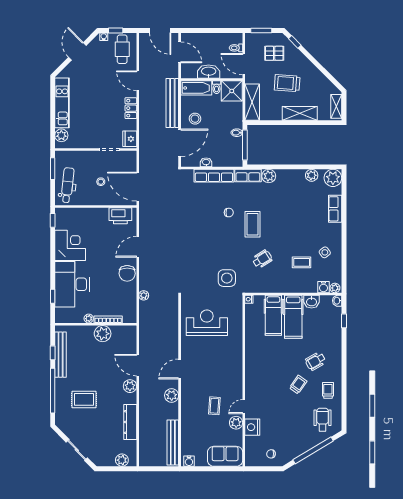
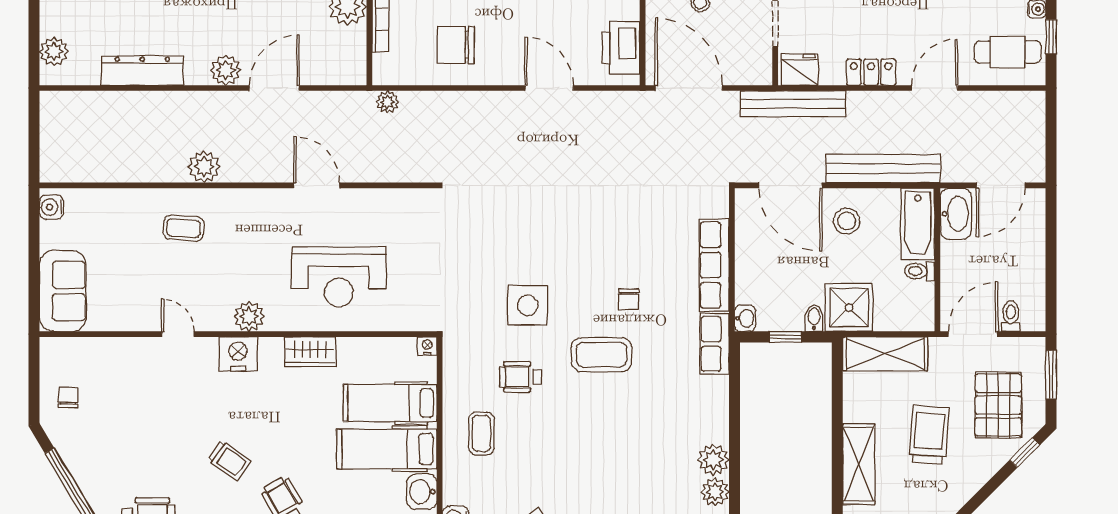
door: (160, 31) -> (1051, 140), removed
pallet: (274, 53) -> (998, 405), width x1.50, depth x1.42
washbasin: (209, 72) -> (956, 214), moved
shower: (232, 91) -> (849, 308), moved
window: (245, 145) -> (785, 337), width x0.46
washbasin: (206, 162) -> (745, 318), moved
plant: (269, 176) -> (713, 460), moved
door: (138, 187) -> (689, 88), hinge flipped
wheelchair: (262, 259) -> (521, 377), turned 122
coffee table: (302, 262) -> (481, 433), moved
chair: (127, 273) -> (456, 45), moved
side table: (227, 278) -> (528, 305), moved
plant: (144, 295) -> (387, 102), moved
reception desk: (207, 323) -> (339, 277), moved, turned 90
wardrobe: (251, 350) -> (310, 352), added
door: (180, 369) -> (317, 185), moved
coffee table: (214, 406) -> (184, 228), moved
plant: (236, 423) -> (249, 316), moved
nightstand: (252, 427) -> (238, 354), moved
bench: (173, 442) -> (793, 104), moved

